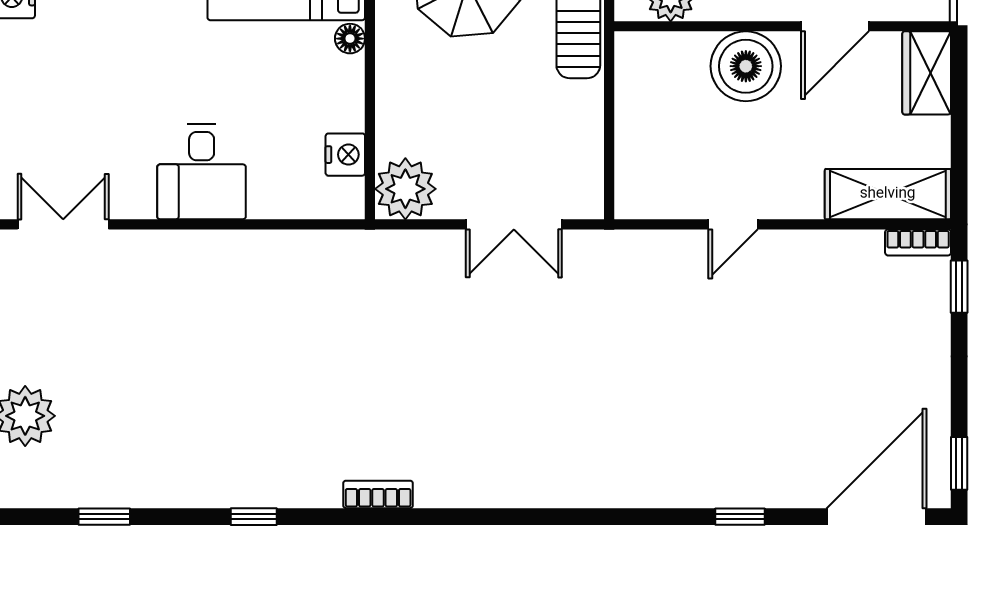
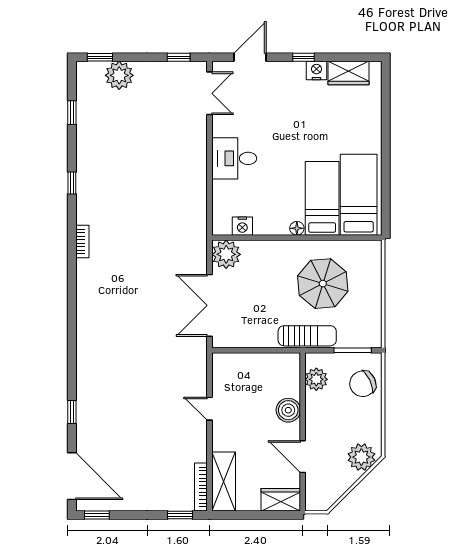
boiler: (746, 66) -> (288, 410), width x0.73, depth x0.73
double door: (514, 224) -> (209, 305), width x1.37
bookcase: (918, 242) -> (201, 487), width x1.56

